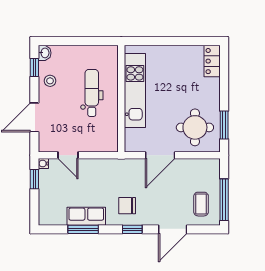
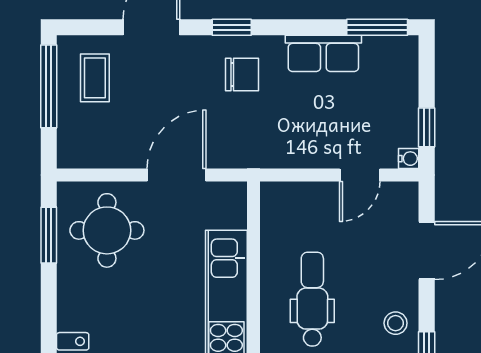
dental chair: (92, 93) -> (312, 299), turned 180
door: (68, 155) -> (360, 175), swing flipped
window: (83, 229) -> (377, 27), moved

